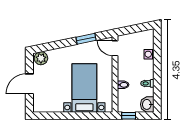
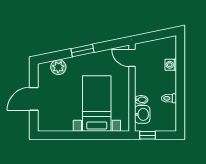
window: (86, 39) -> (82, 50), moved
plant: (41, 58) -> (58, 67), moved
washbasin: (147, 104) -> (142, 114), moved, turned 180

